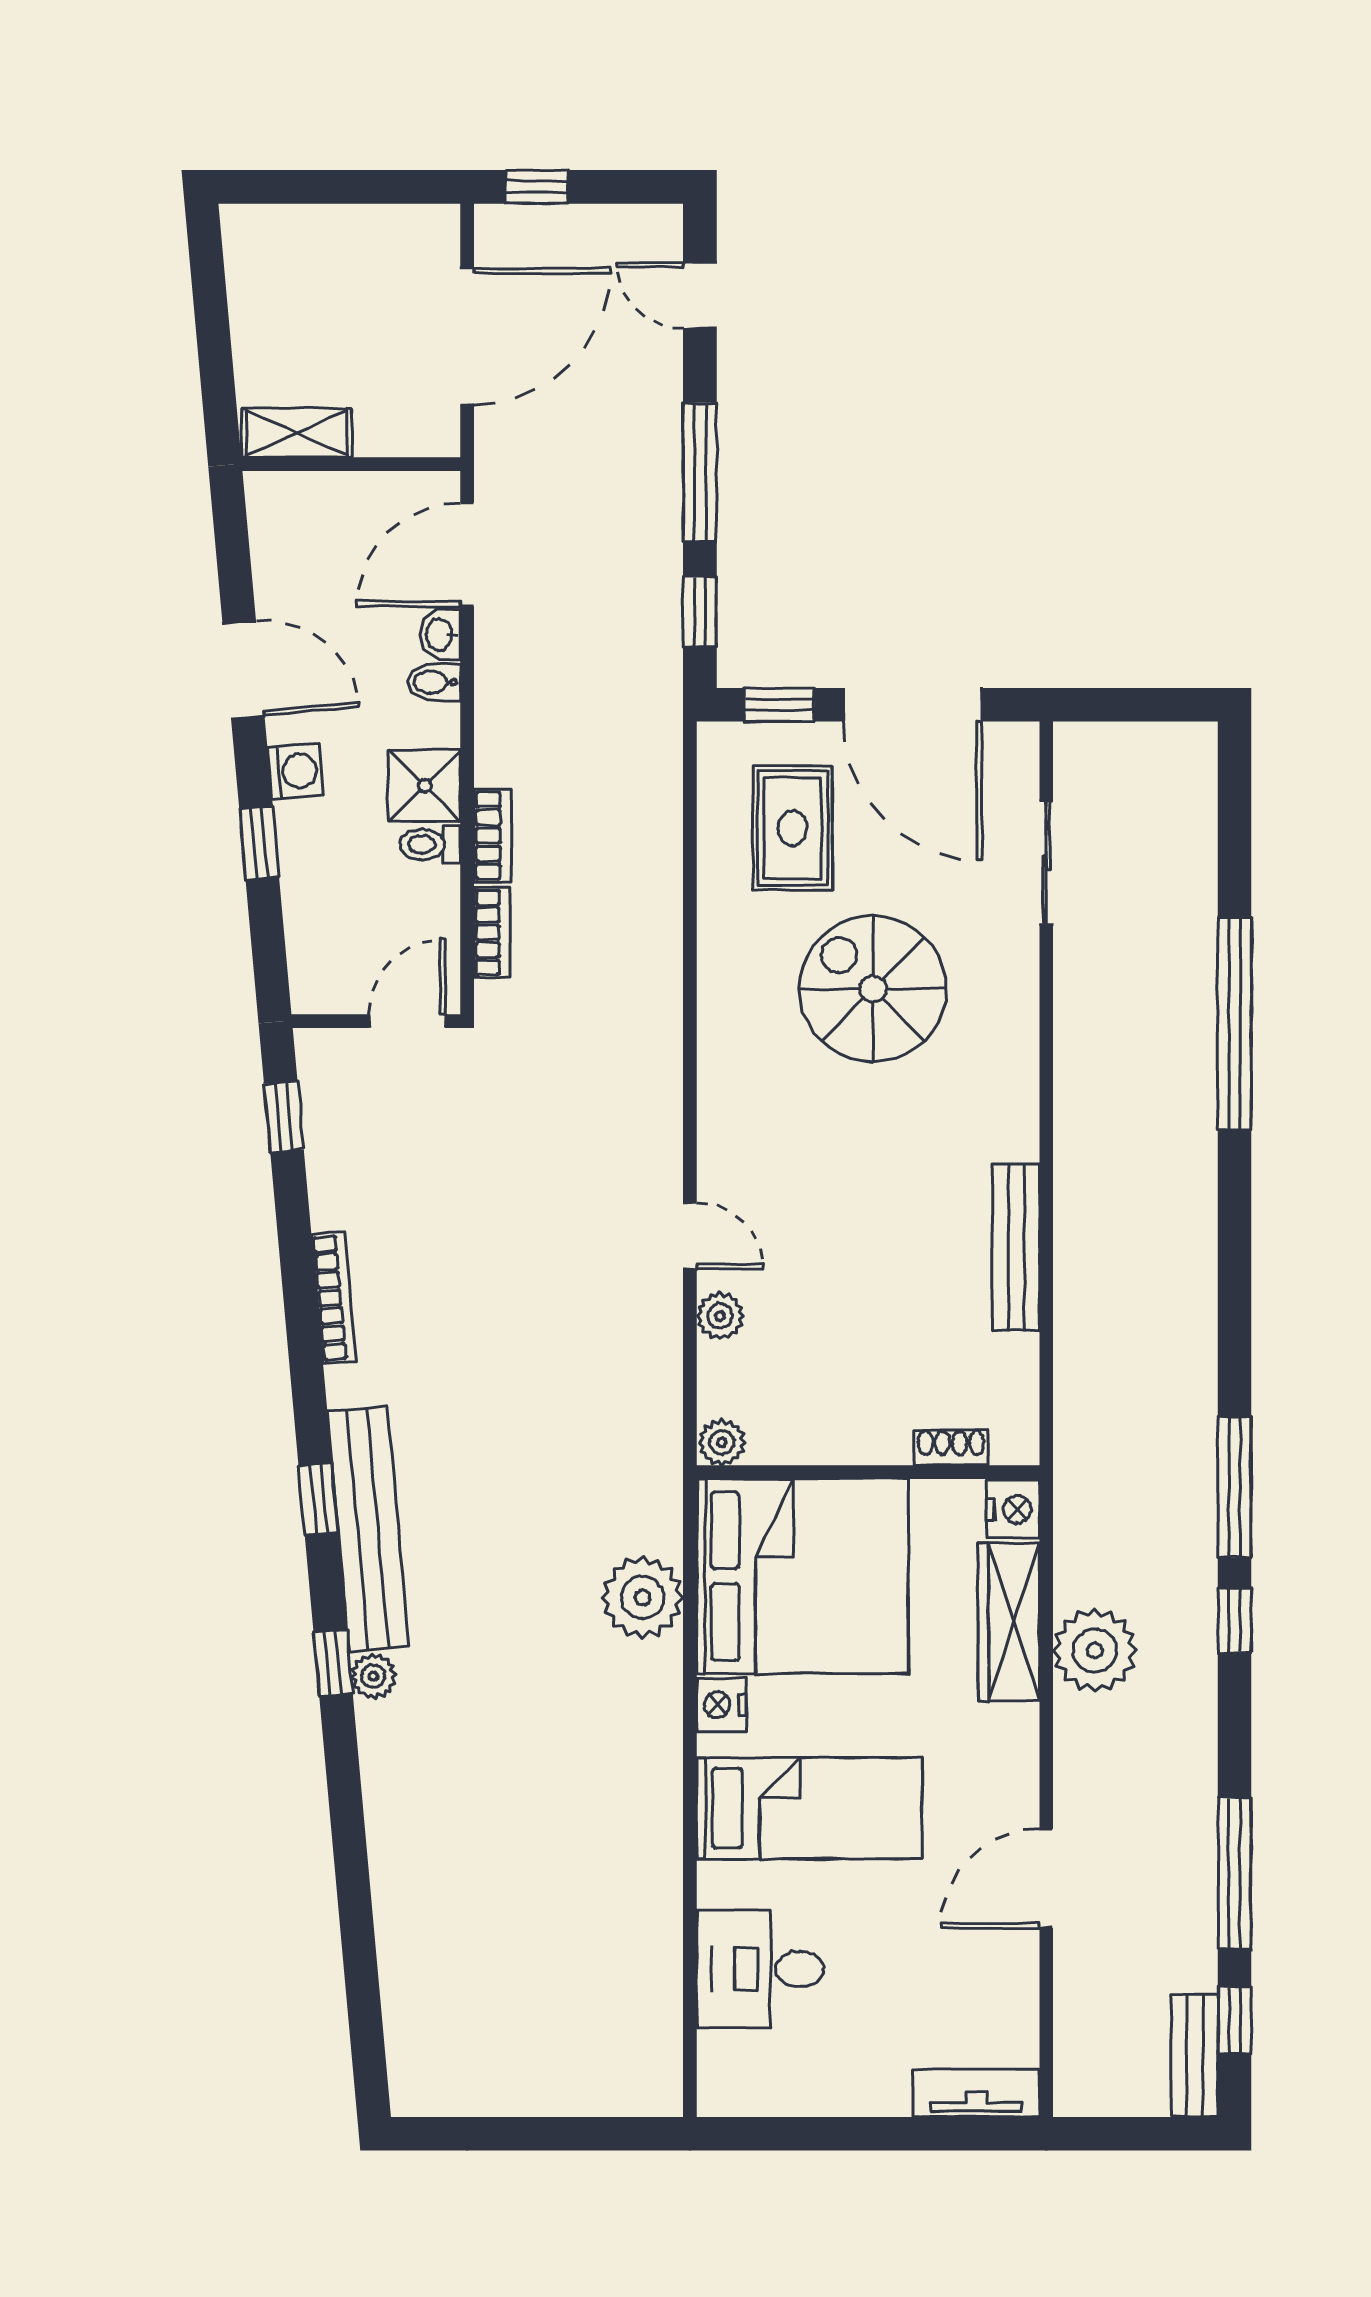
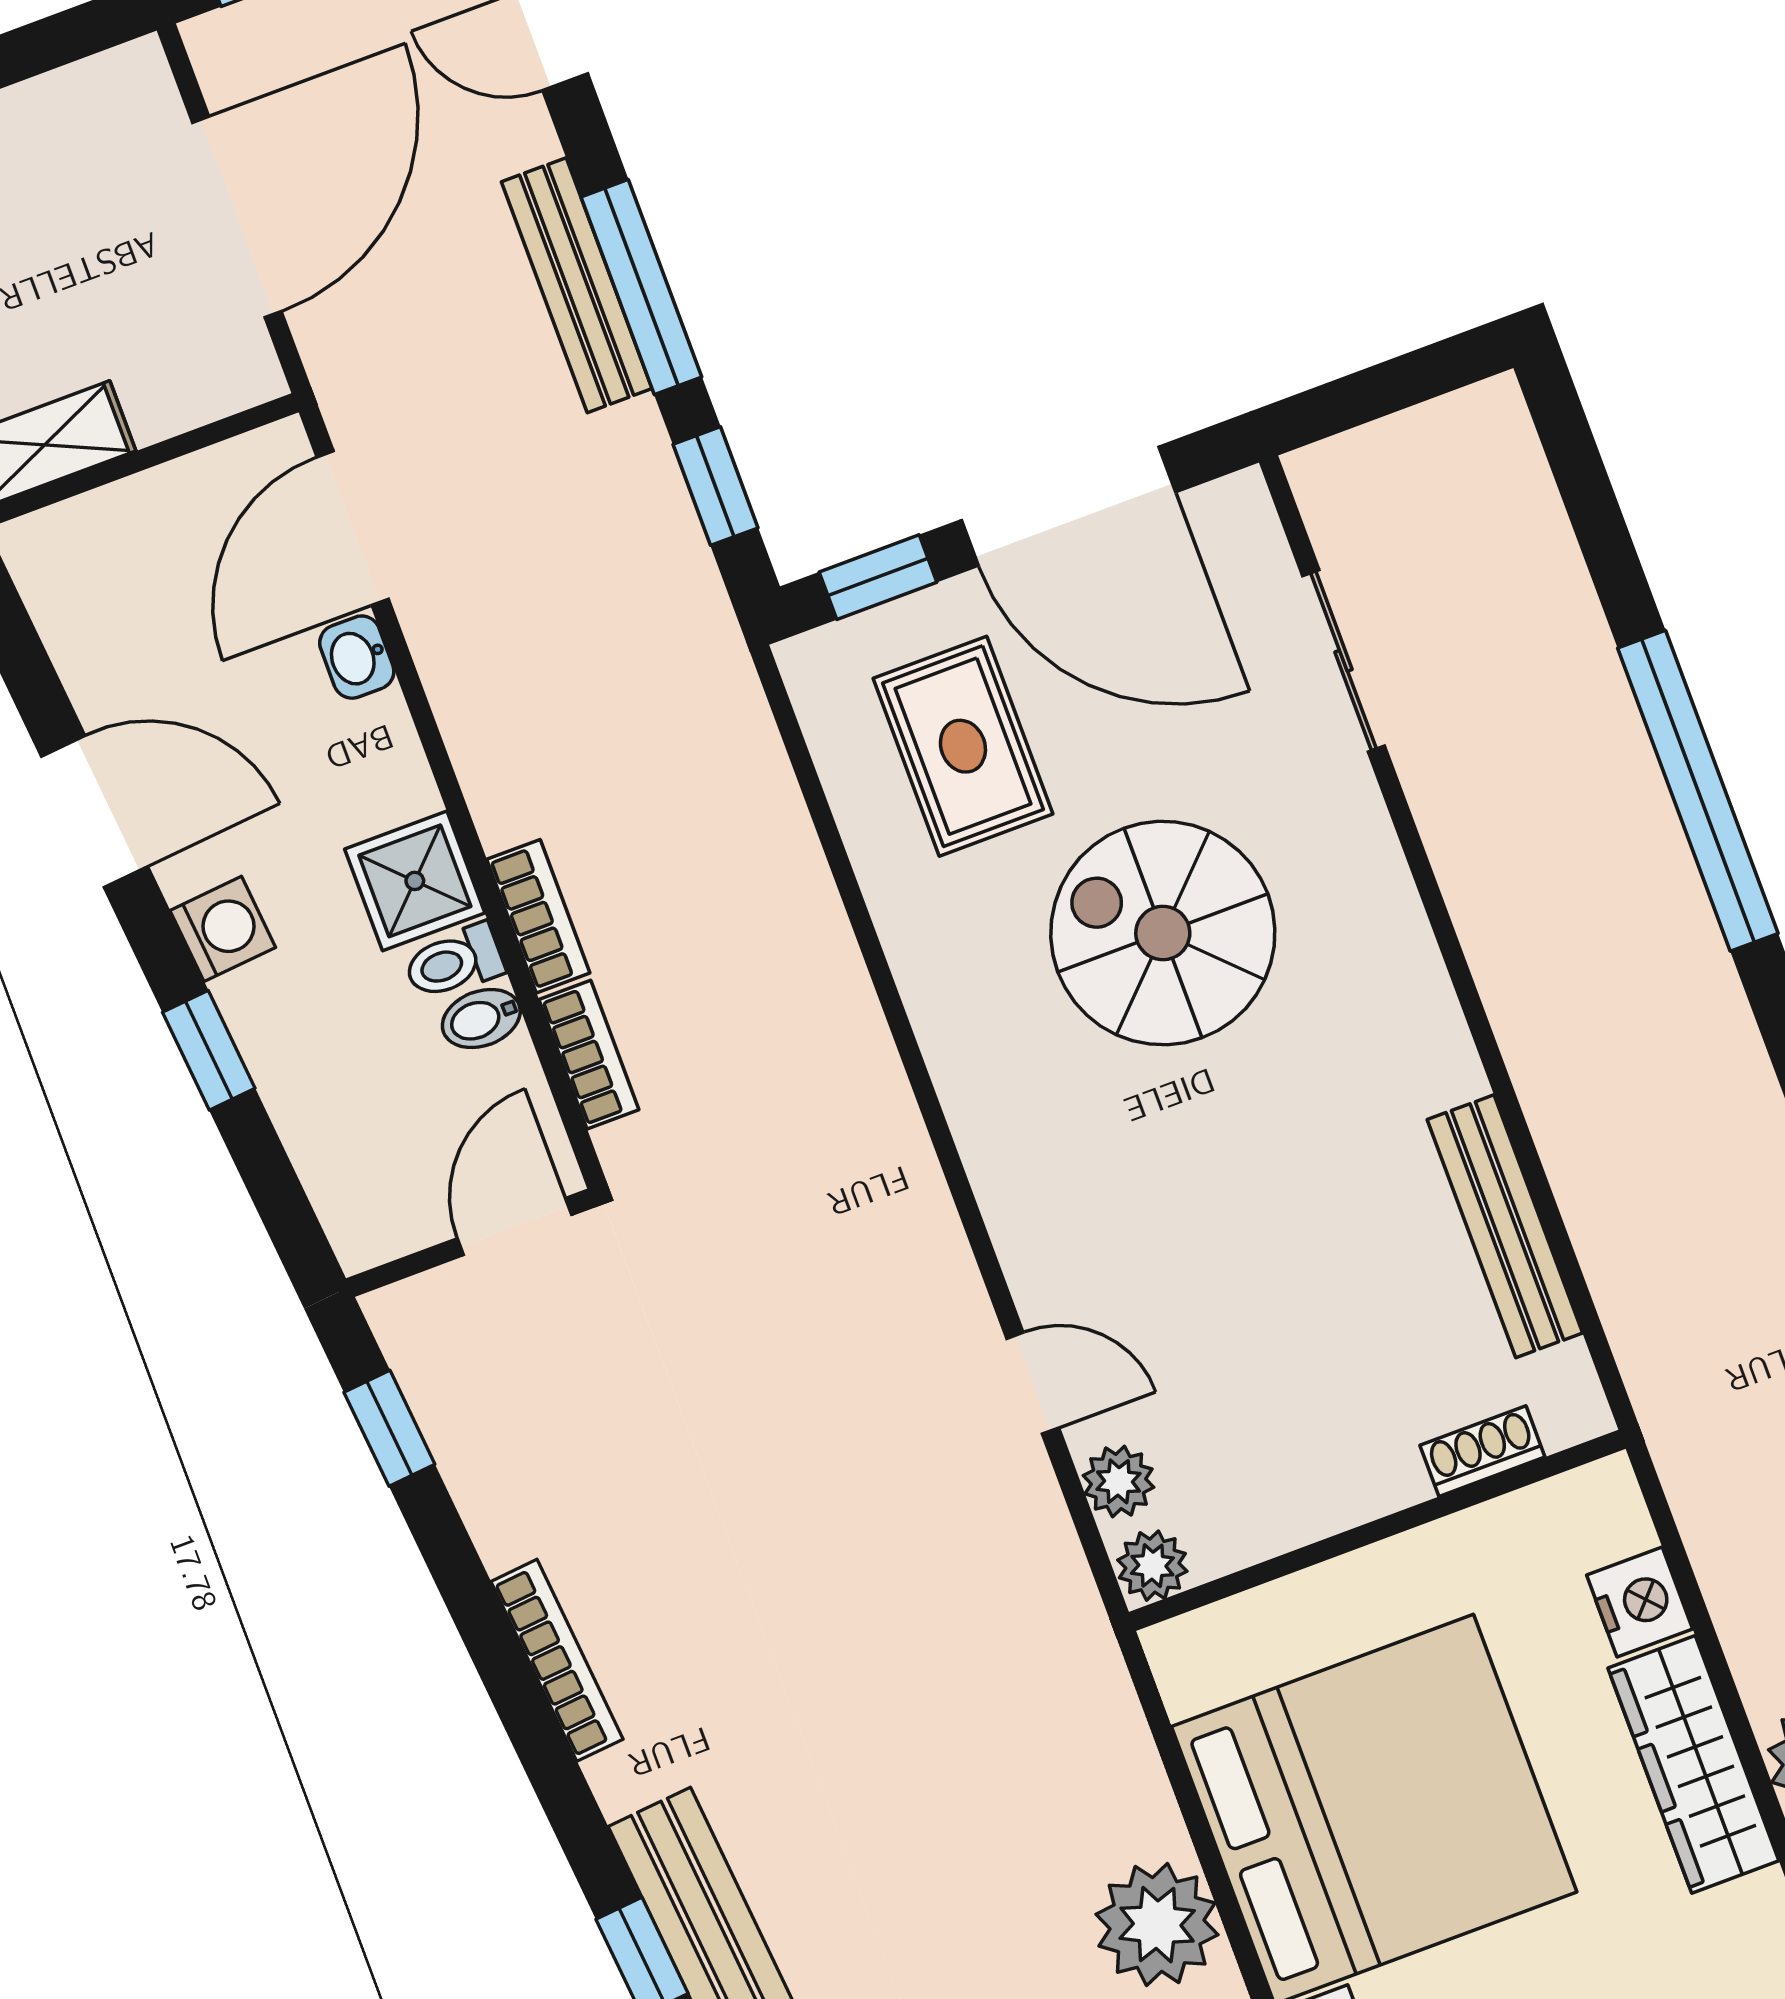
bench: (661, 456) -> (577, 285), added
bidet: (434, 682) -> (481, 1019), moved
plant: (722, 1442) -> (1152, 1566), moved
shoe rack: (951, 1447) -> (1482, 1451), moved
wall: (868, 1472) -> (1377, 1530), moved

